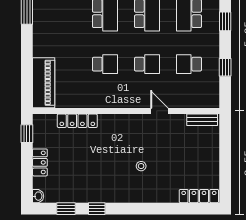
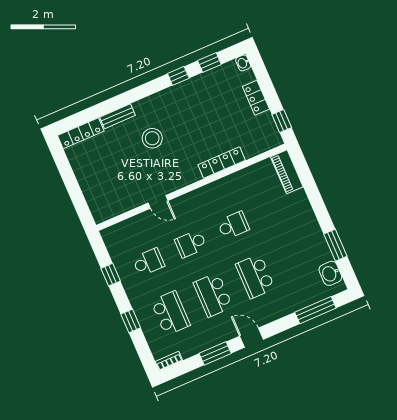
school desk: (105, 64) -> (233, 225), turned 180
piano: (44, 83) -> (287, 172), width x0.73, depth x0.75
bench: (202, 120) -> (117, 116), moved
locker: (77, 121) -> (222, 163), moved
stool: (141, 166) -> (152, 138), width x1.89, depth x1.89

